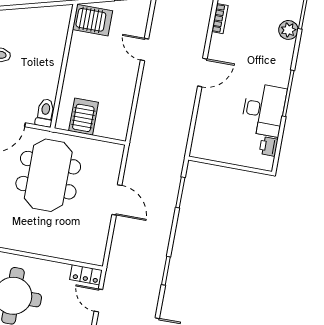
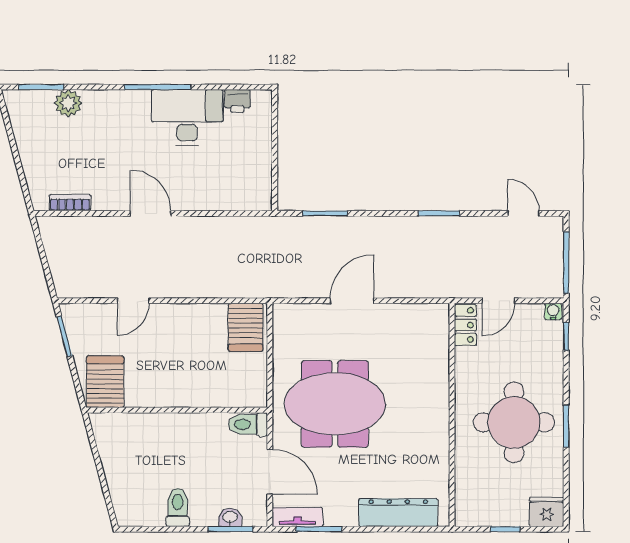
server rack: (84, 117) -> (245, 327), moved, turned -90

